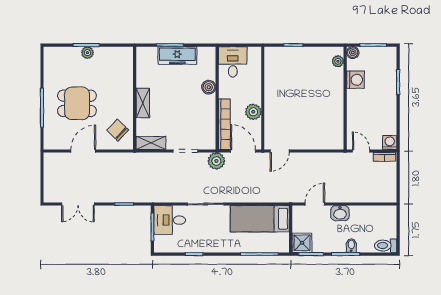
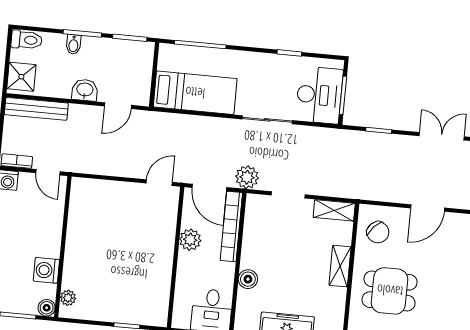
dining table: (77, 103) -> (390, 291), moved
bench: (374, 196) -> (36, 109), added
desk: (170, 220) -> (319, 95), width x1.37
shower: (302, 243) -> (21, 77), moved

